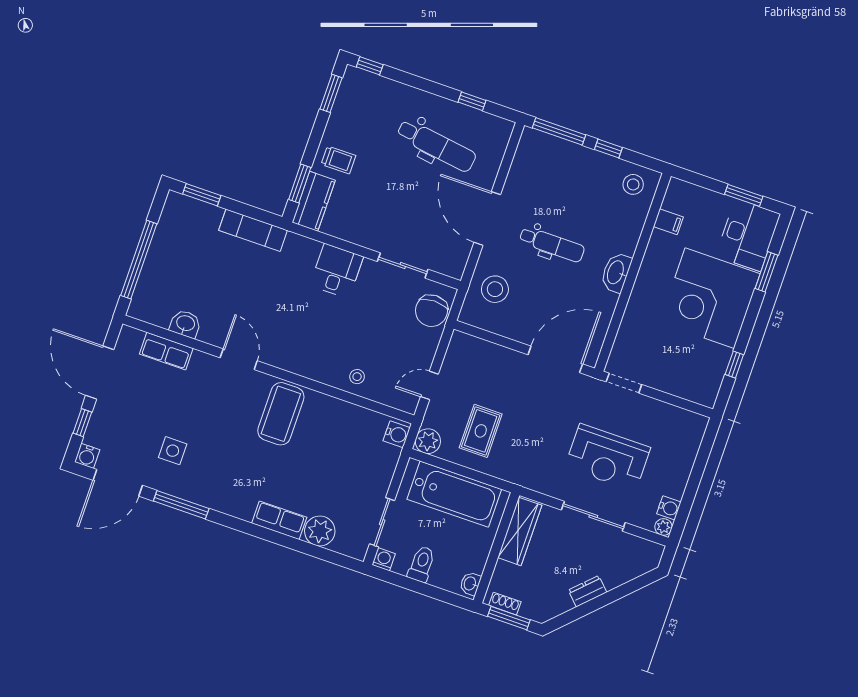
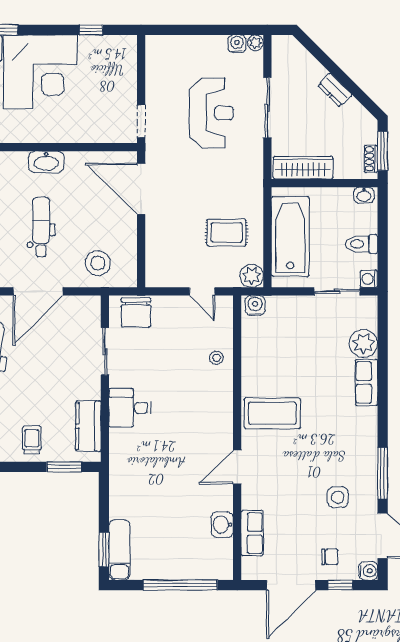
kitchen counter: (314, 201) -> (88, 426), moved, turned -90
exam couch: (253, 230) -> (120, 550), moved
chair: (431, 311) -> (136, 312), turned 90
chair: (115, 422) -> (330, 557), added

